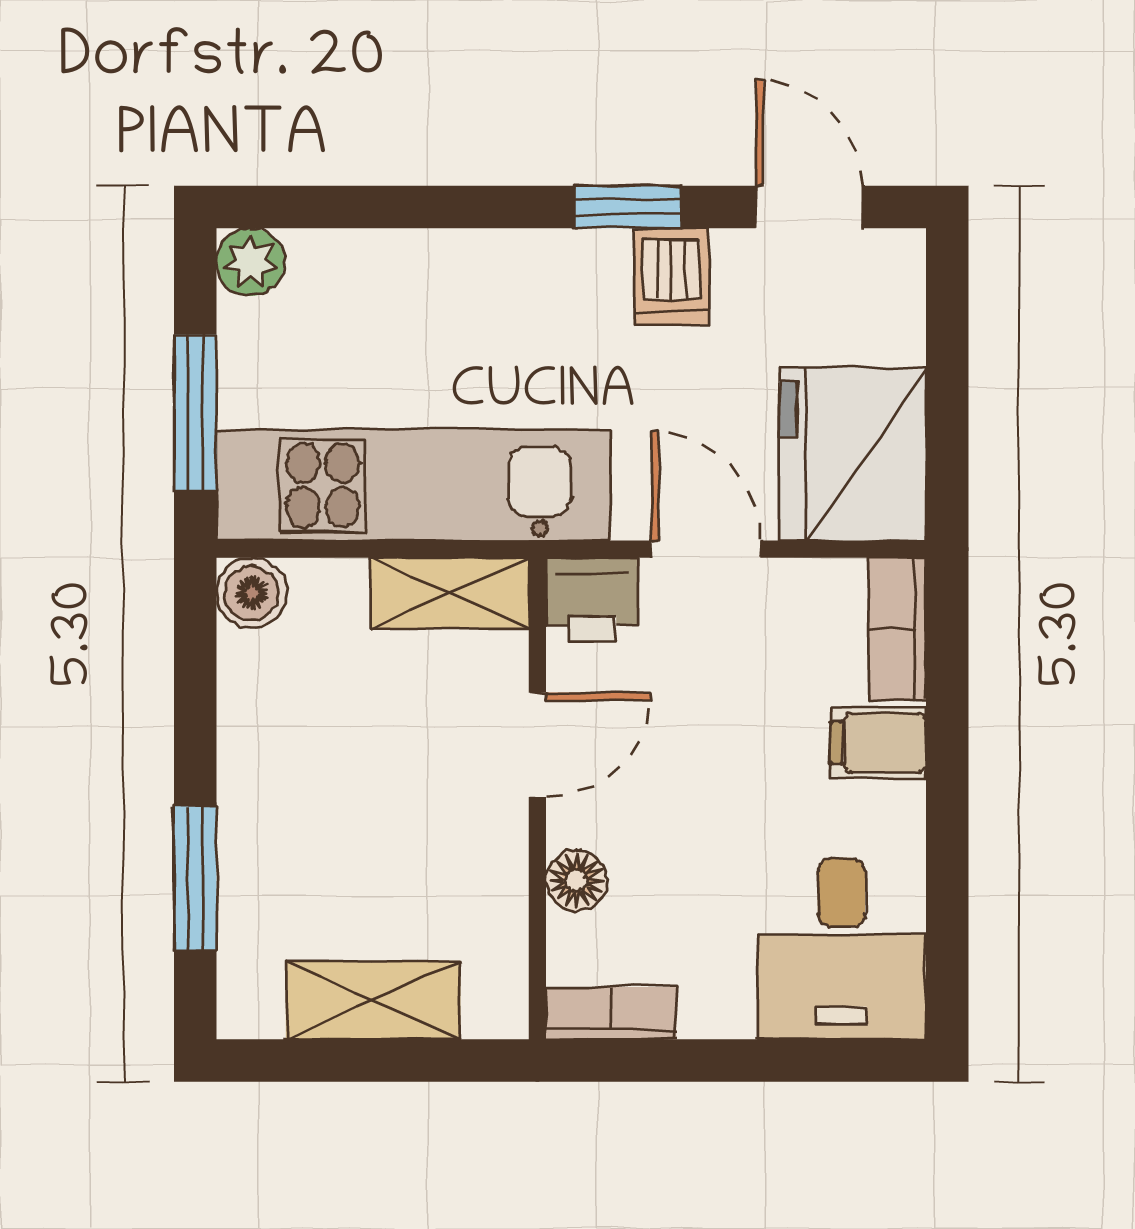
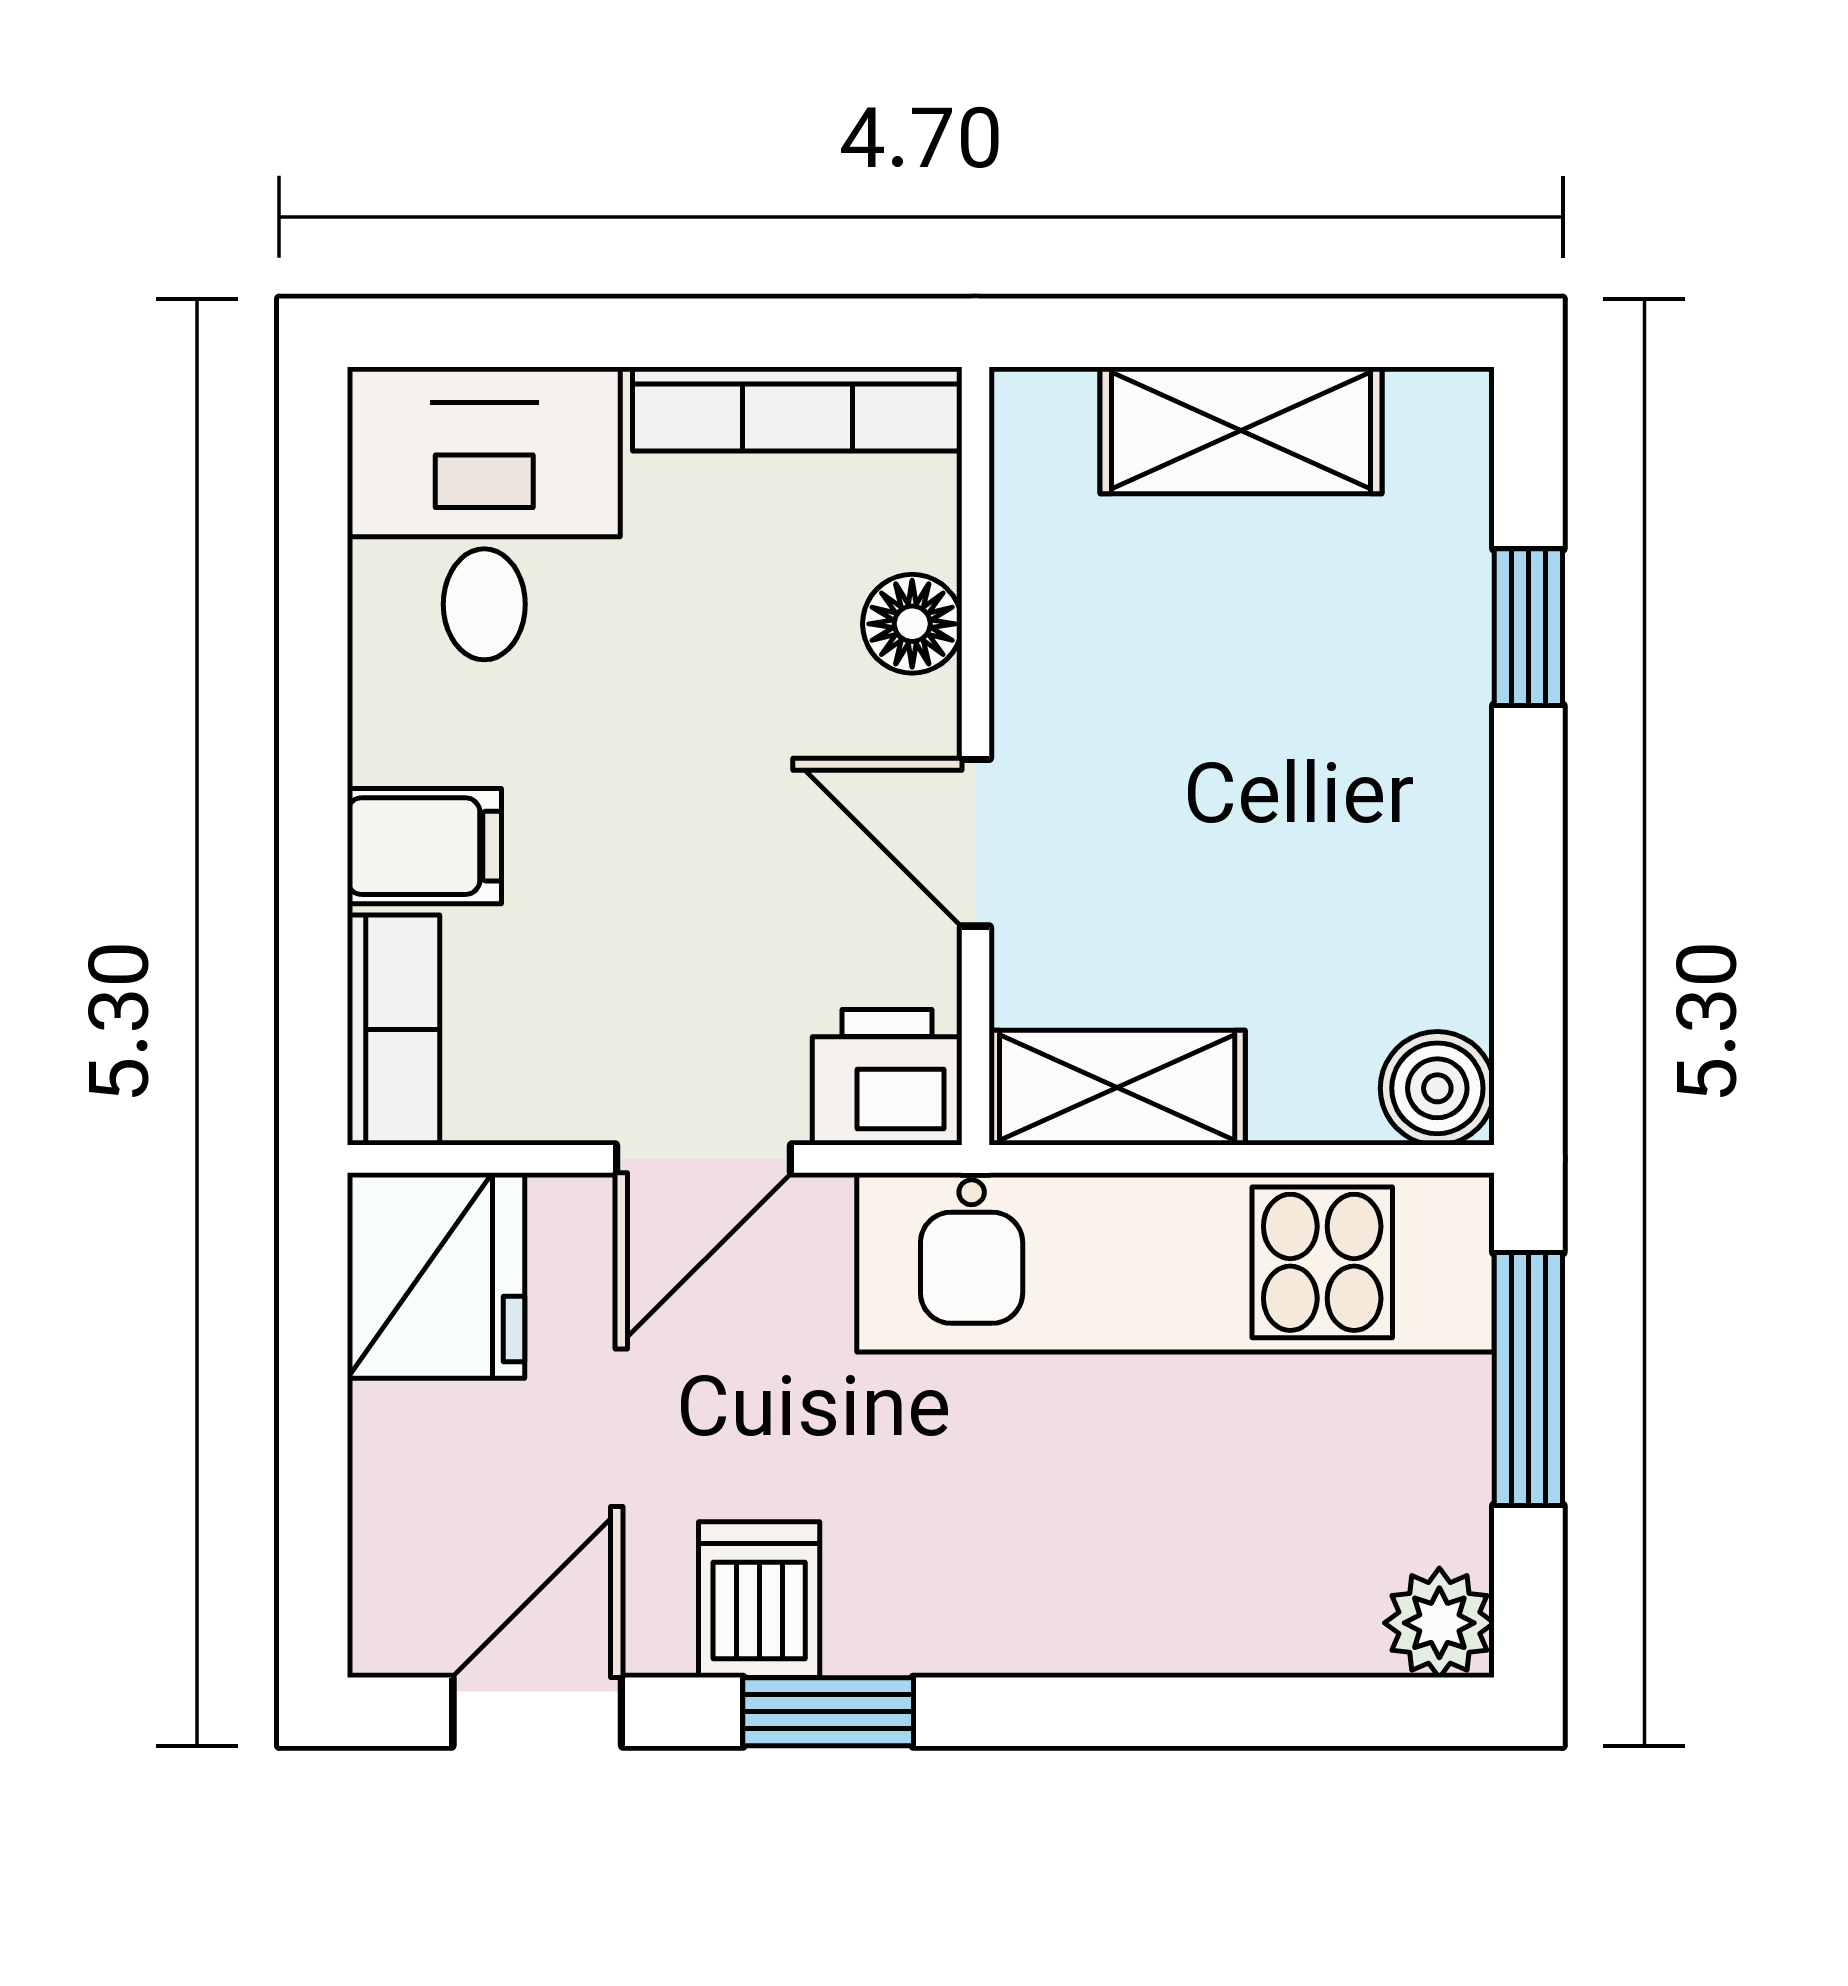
door: (809, 207) -> (537, 1712), swing flipped
fridge: (853, 454) -> (436, 1275), width x0.73, depth x0.75
door: (706, 549) -> (704, 1159), hinge flipped
door: (537, 745) -> (975, 843), hinge flipped
window: (195, 878) -> (1528, 627), width x0.67
bookcase: (611, 1013) -> (797, 409), width x1.56

